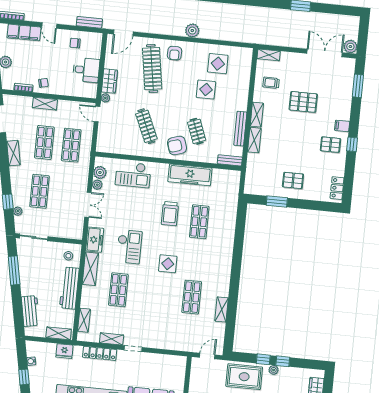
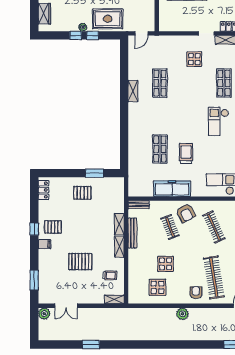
double door: (325, 53) -> (66, 306), width x0.73
armchair: (177, 145) -> (186, 213), turned 79
display table: (168, 264) -> (194, 59), moved
shelving: (222, 309) -> (133, 91), moved

